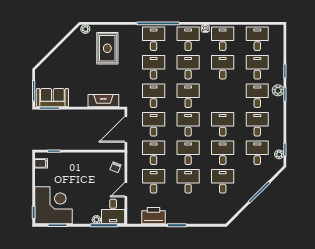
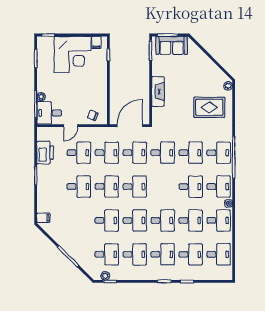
plant: (278, 90) -> (168, 275), removed
desk: (188, 96) -> (163, 220), moved
sofa: (52, 98) -> (172, 45), moved, turned 90
fireplace: (103, 101) -> (158, 91), moved
door: (126, 129) -> (130, 126), hinge flipped
desk: (223, 181) -> (79, 220), removed
door: (126, 190) -> (71, 126), swing flipped
corner desk: (54, 205) -> (73, 55), moved
filing cabinet: (220, 217) -> (43, 218), added

